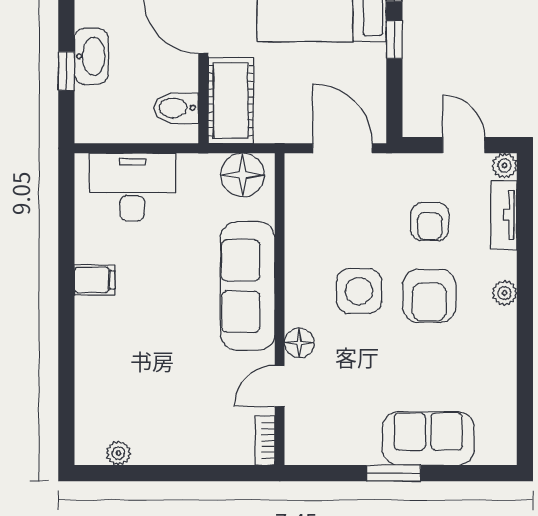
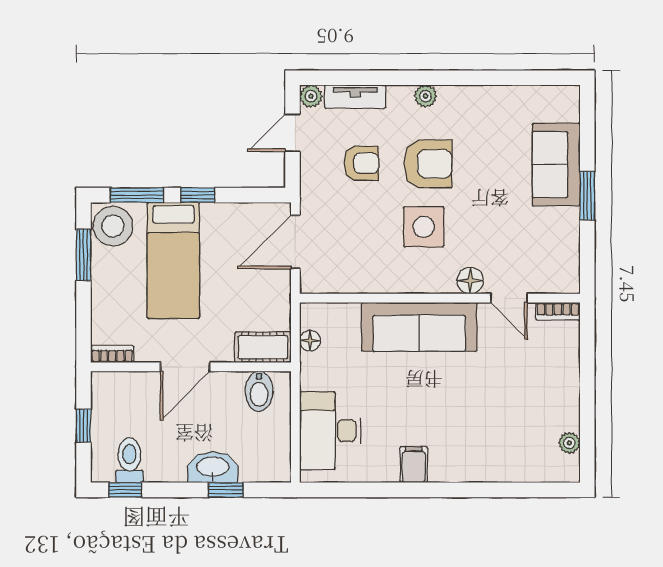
cot: (231, 101) -> (263, 347), width x0.73, depth x0.75
floor lamp: (243, 175) -> (310, 341), width x0.53, depth x0.53

